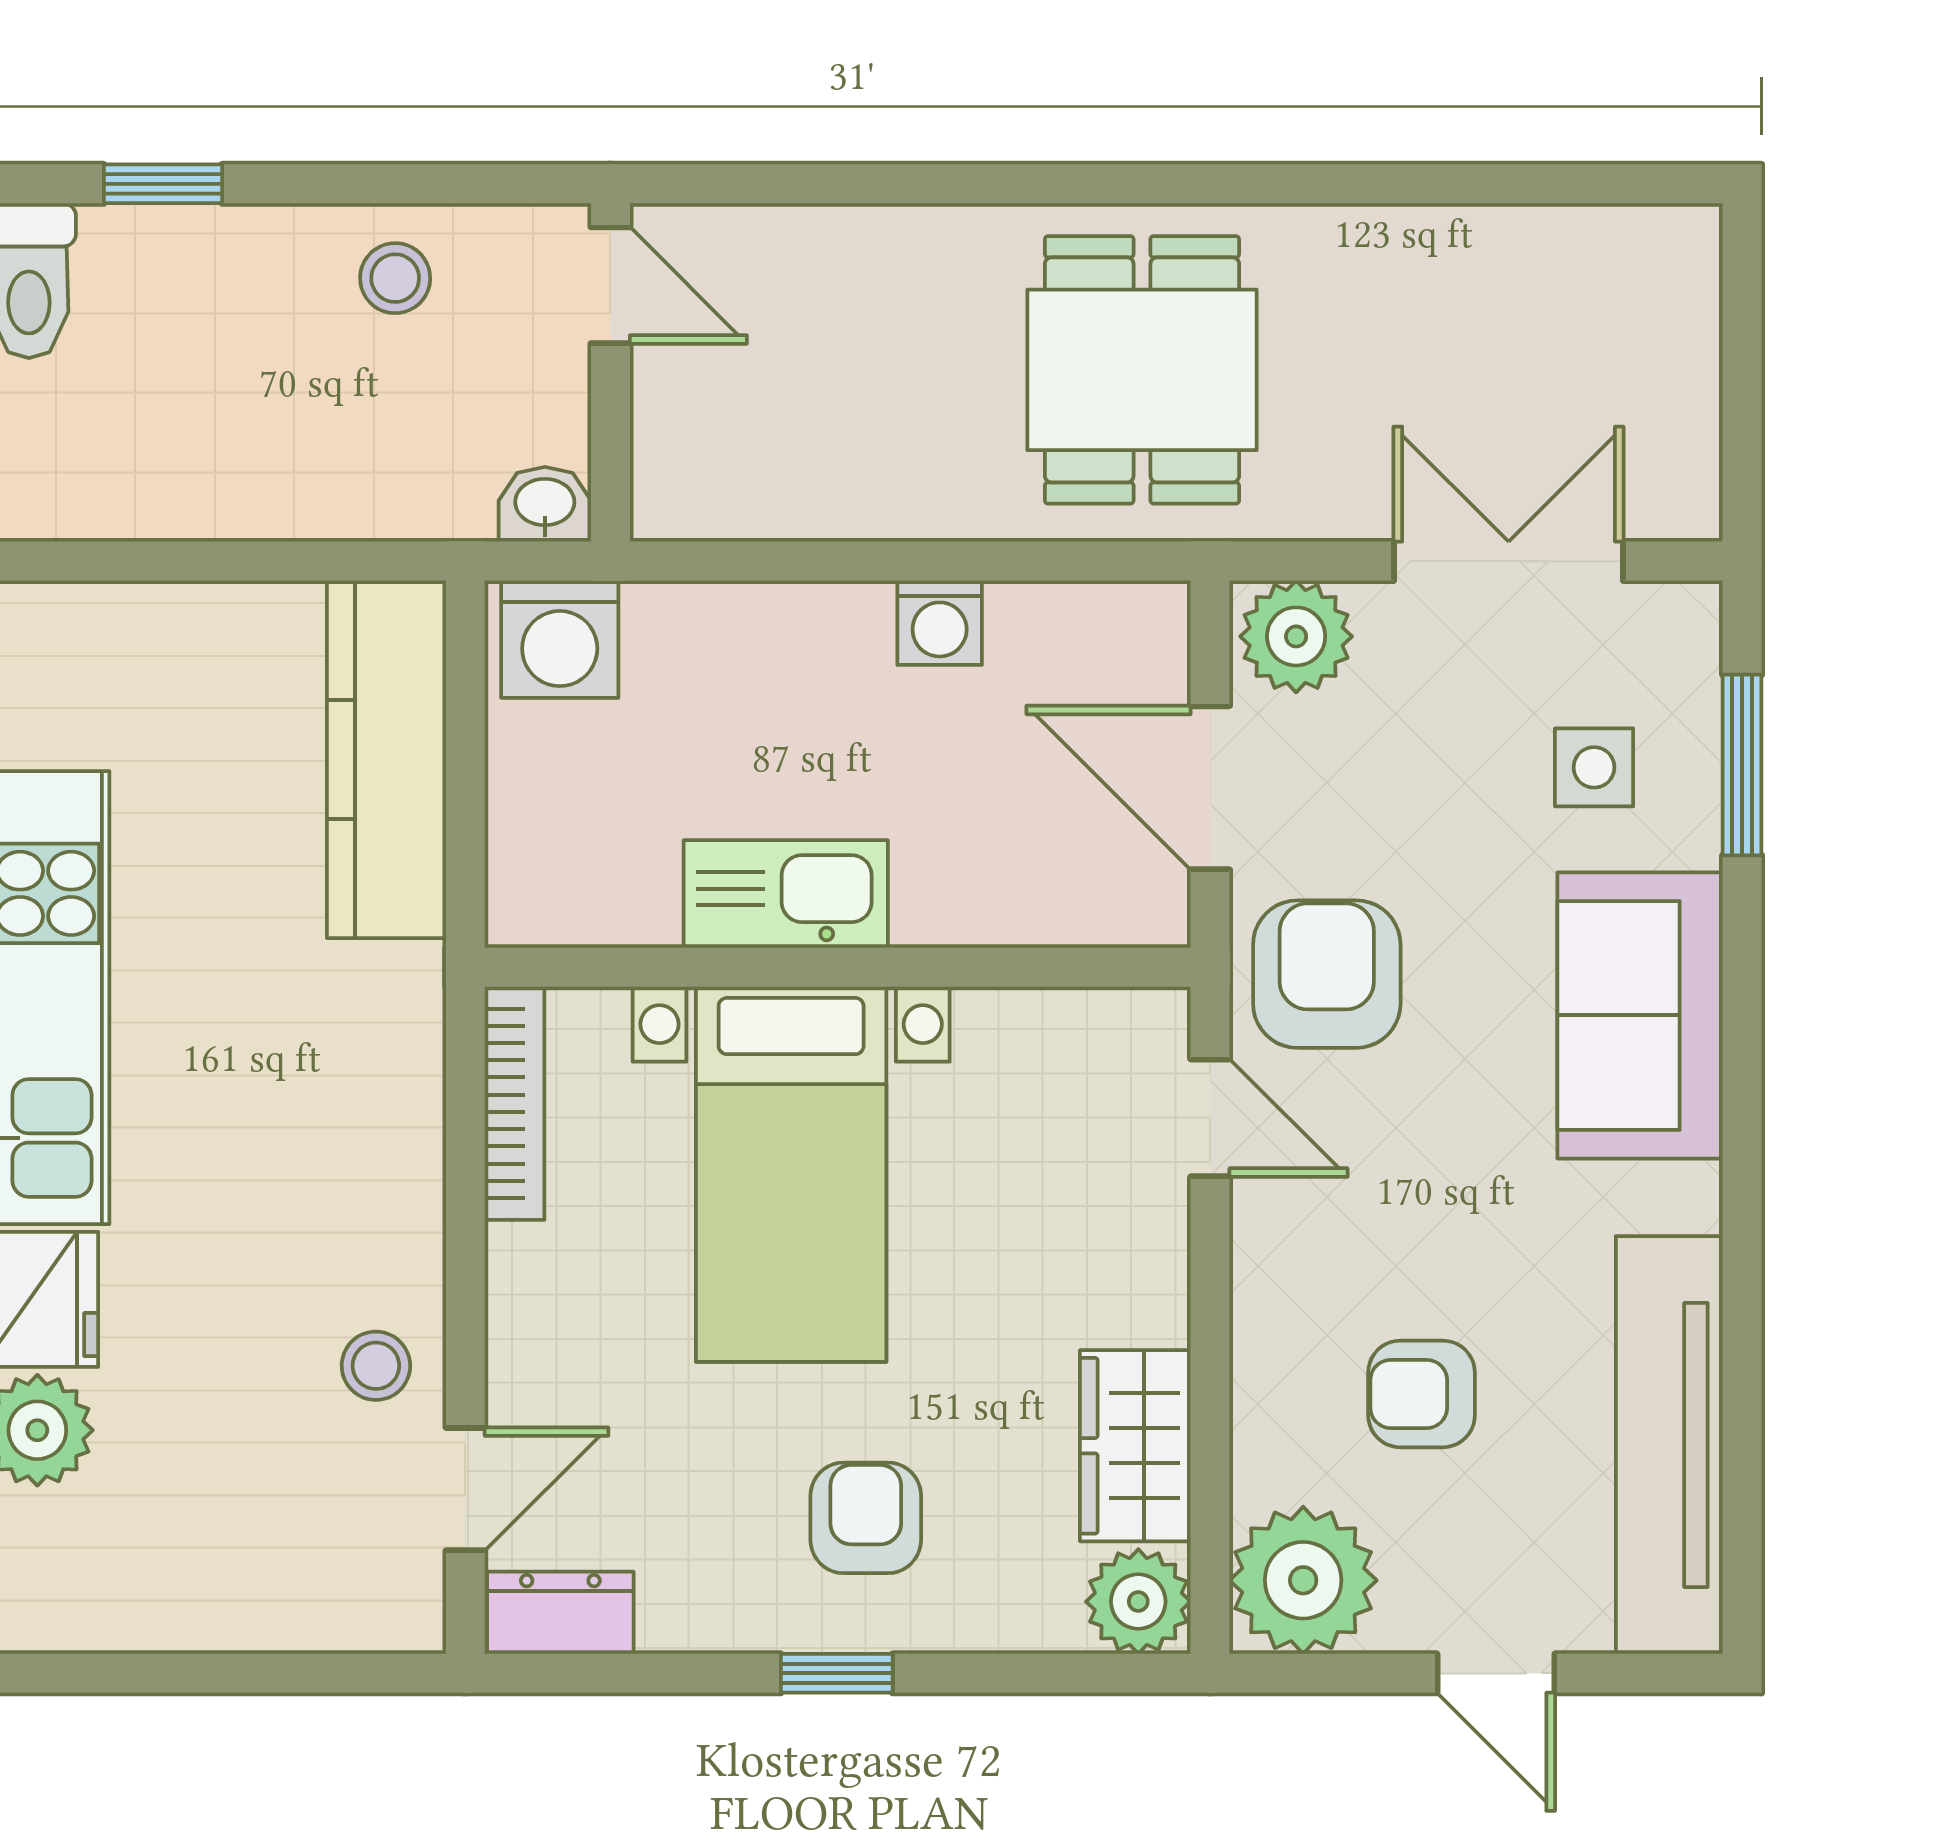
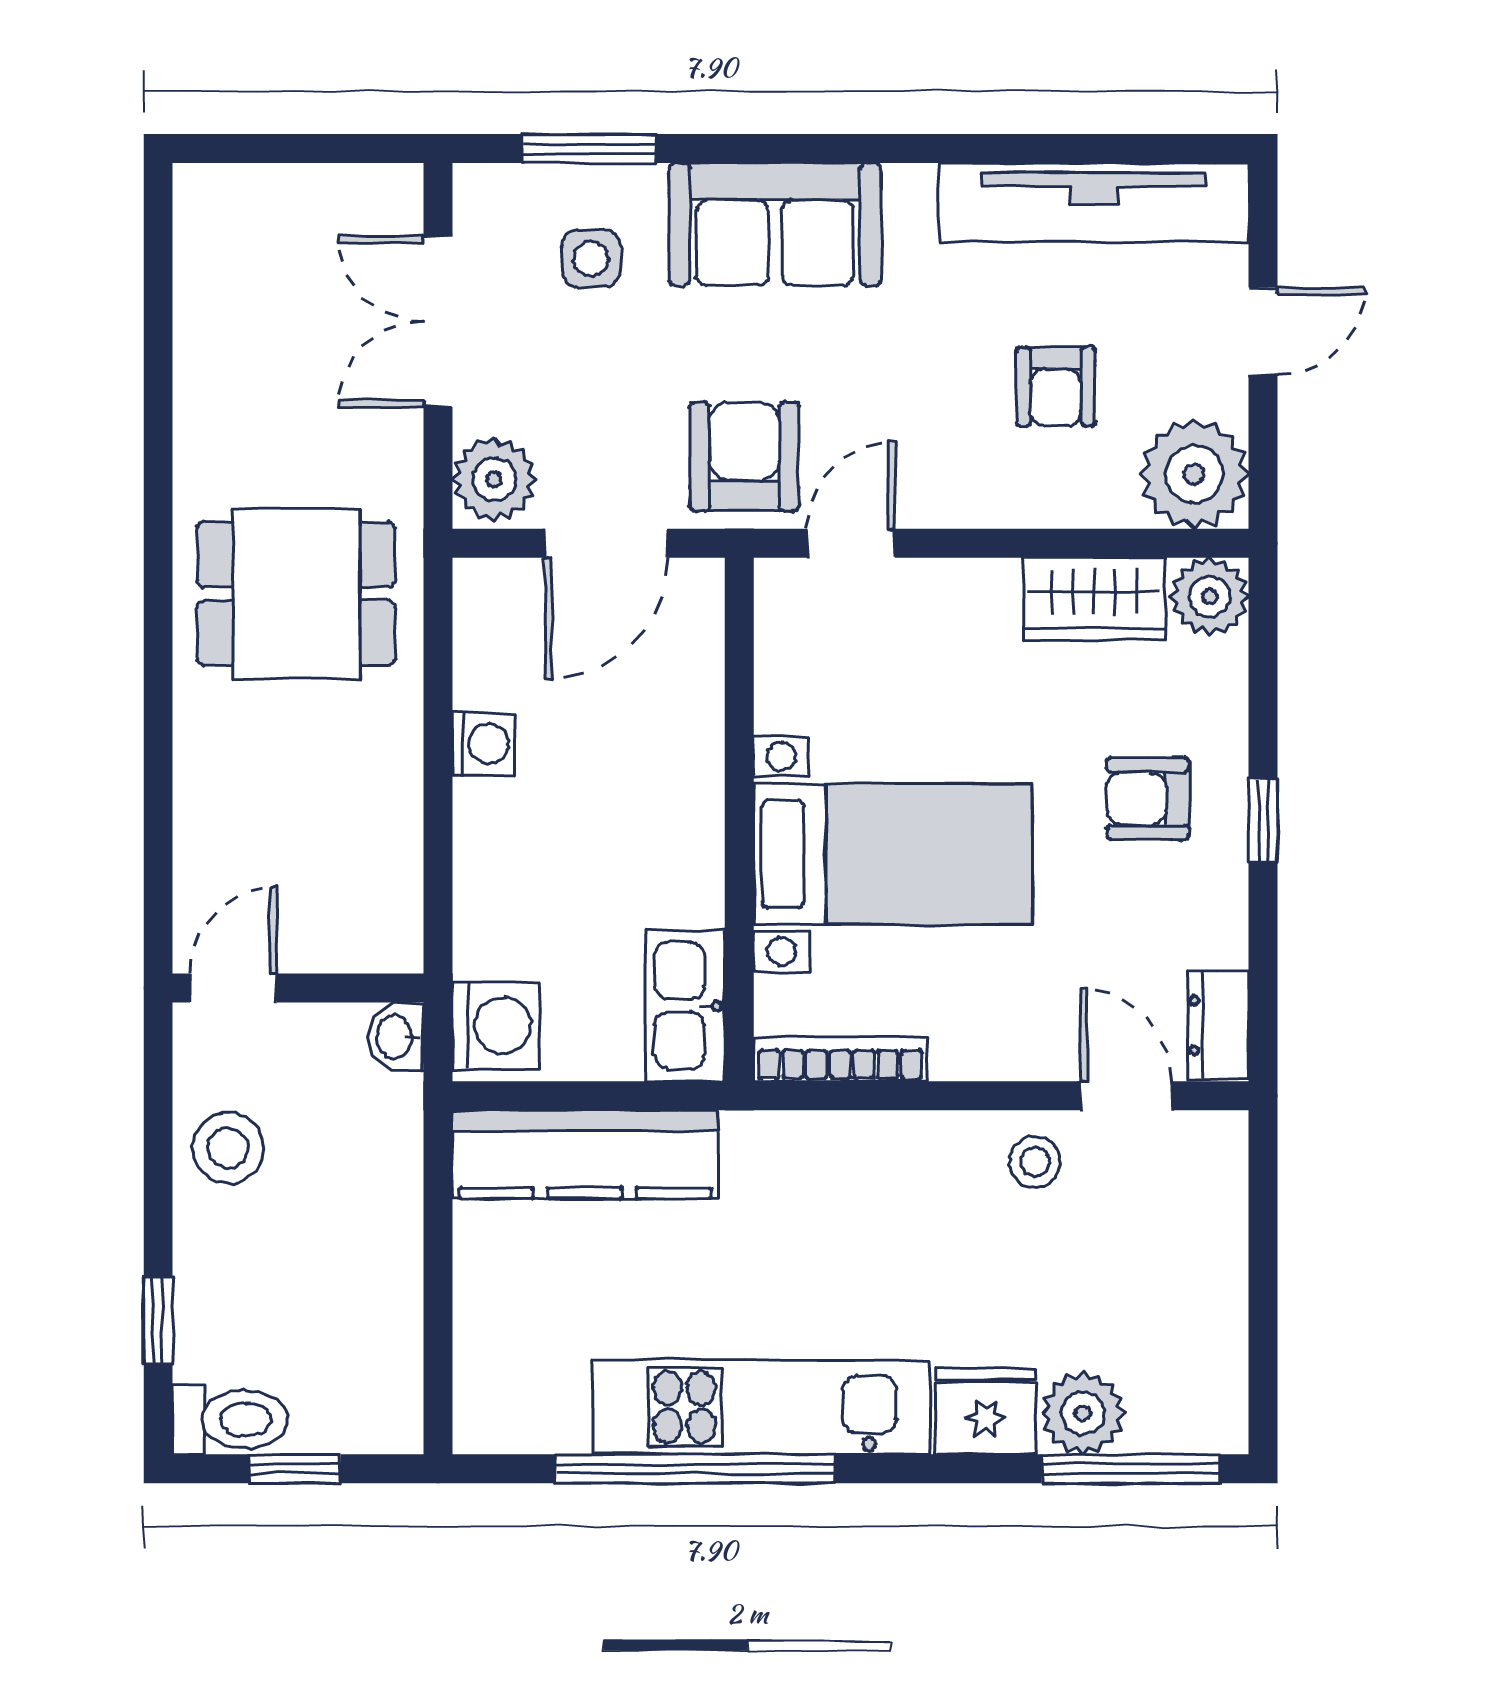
stool: (395, 278) -> (228, 1148), width x1.37, depth x1.37
kitchen sink: (786, 894) -> (685, 1006), moved
armchair: (1327, 974) -> (744, 457), turned 90

